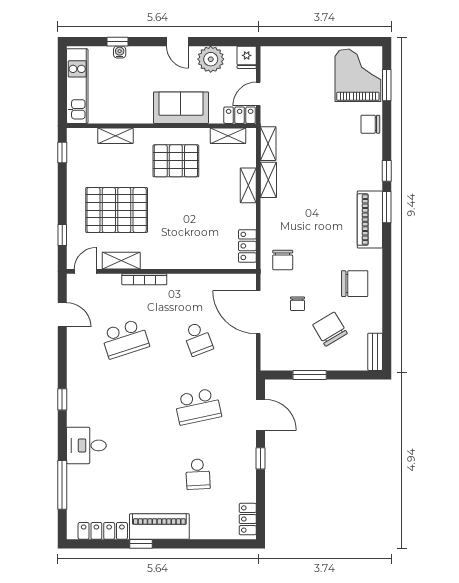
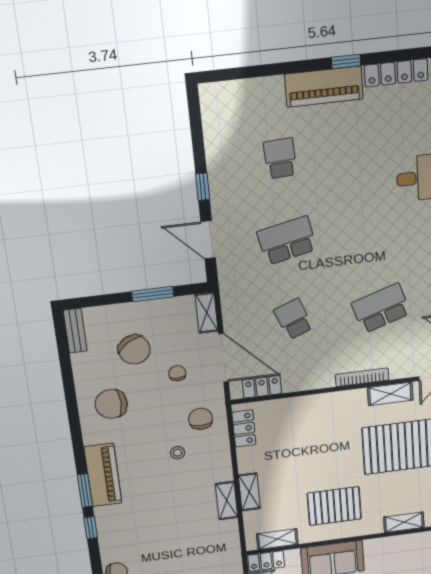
shelving: (268, 144) -> (207, 313), moved
stool: (305, 231) -> (178, 453), added
locker: (248, 519) -> (262, 387), moved, turned -90

